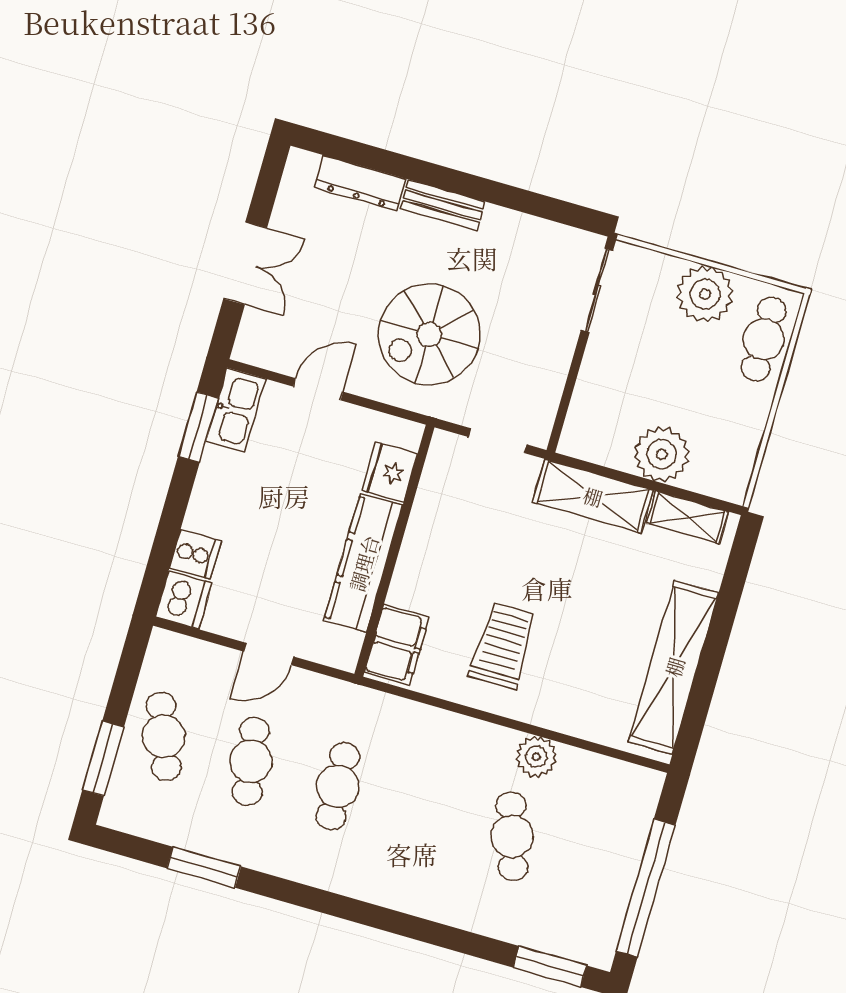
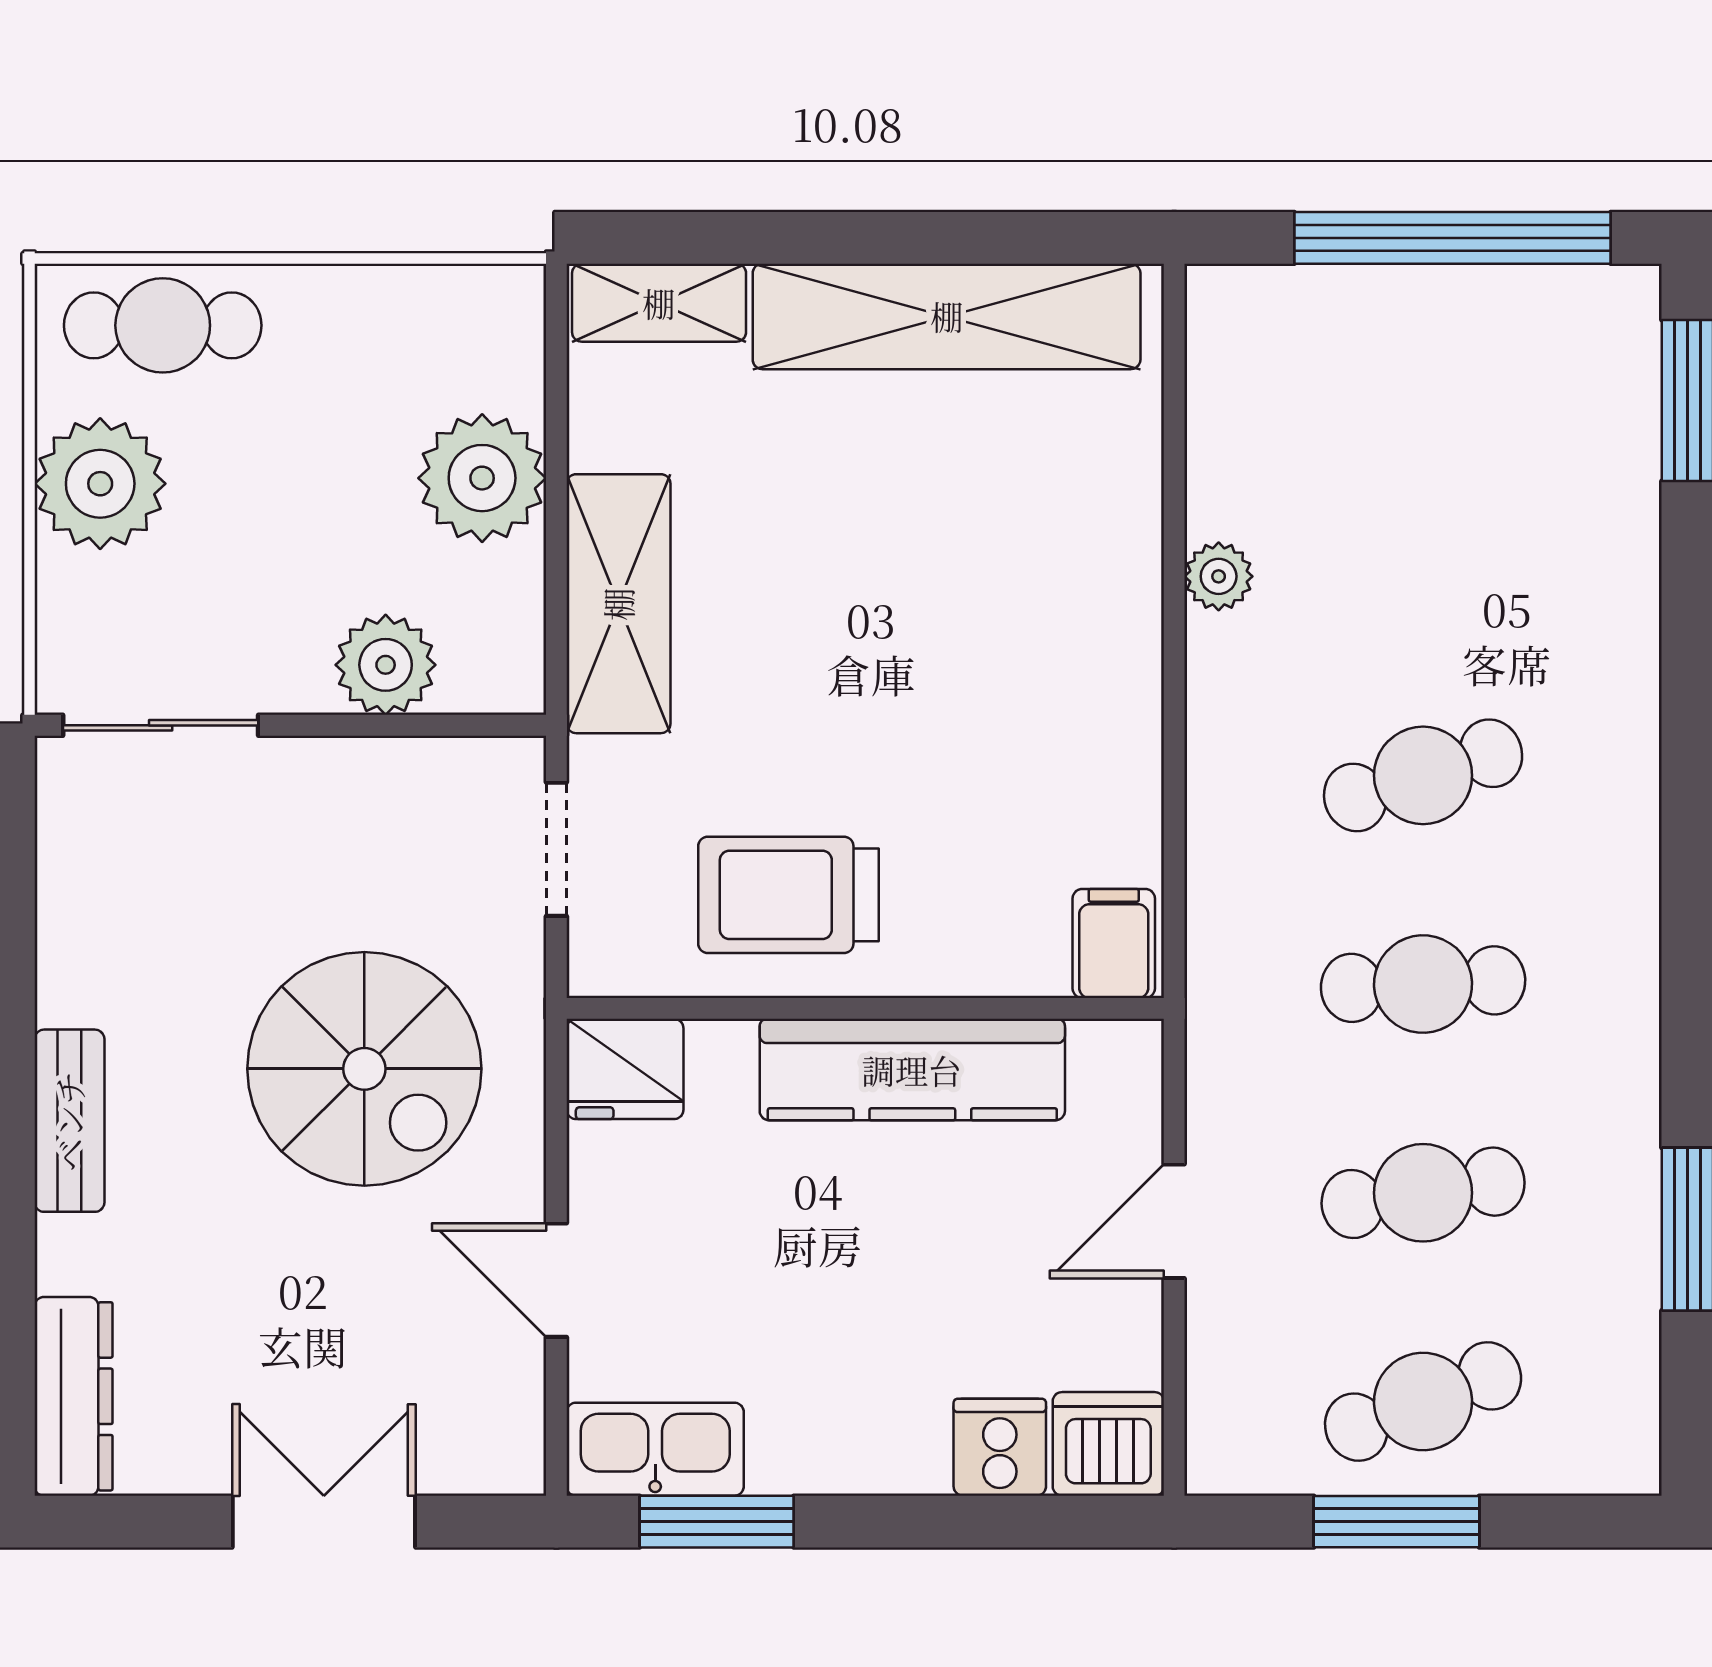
dresser: (360, 183) -> (74, 1396), moved
plant: (595, 392) -> (386, 665), added
fridge: (390, 472) -> (625, 1069), moved
shelving: (688, 517) -> (659, 303), moved, turned 90
filing cabinet: (397, 645) -> (1114, 943), width x0.50
trolley: (503, 646) -> (788, 895), moved
door: (269, 654) -> (1174, 1221), swing flipped
plant: (536, 757) -> (1219, 576), width x0.73, depth x0.73
window: (103, 758) -> (1397, 1522), moved
cafe table: (512, 836) -> (1423, 775), moved

